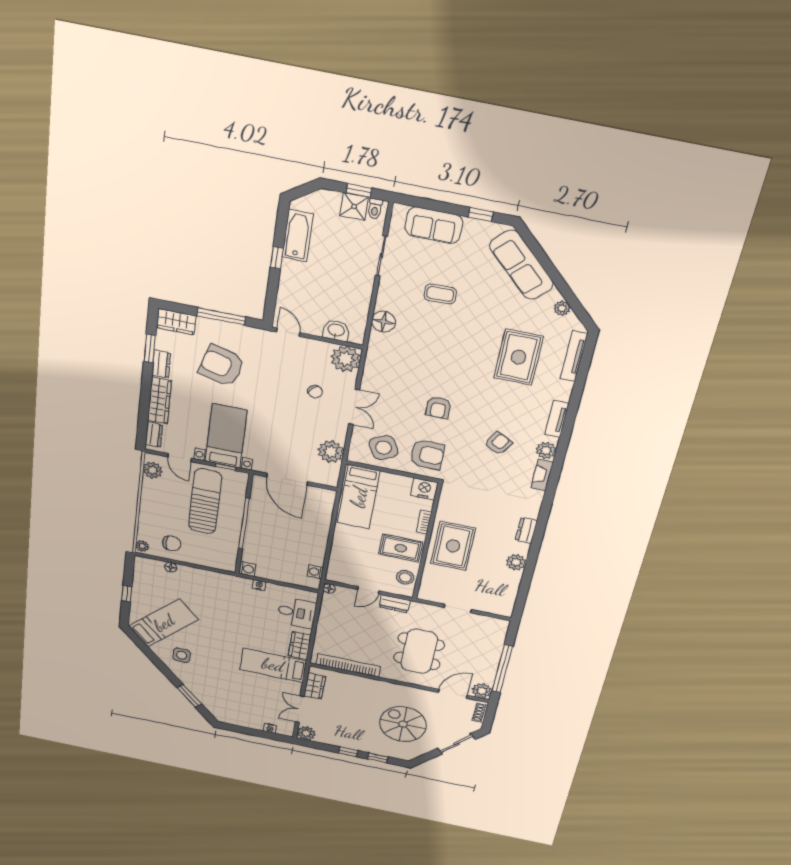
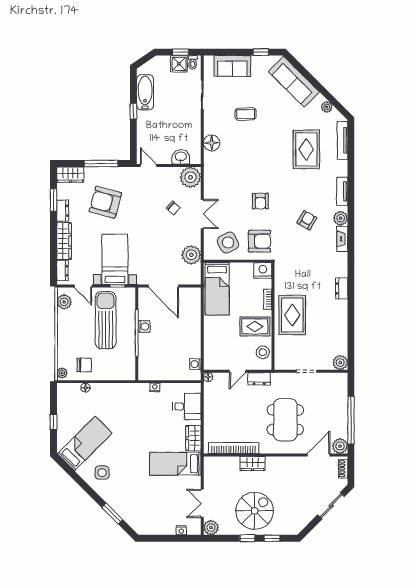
plant: (516, 562) -> (340, 363), moved
washing machine: (247, 569) -> (144, 326), moved
wardrobe: (315, 686) -> (252, 464), moved, turned 90
spiral stairs: (403, 724) -> (255, 511), moved, turned 90

